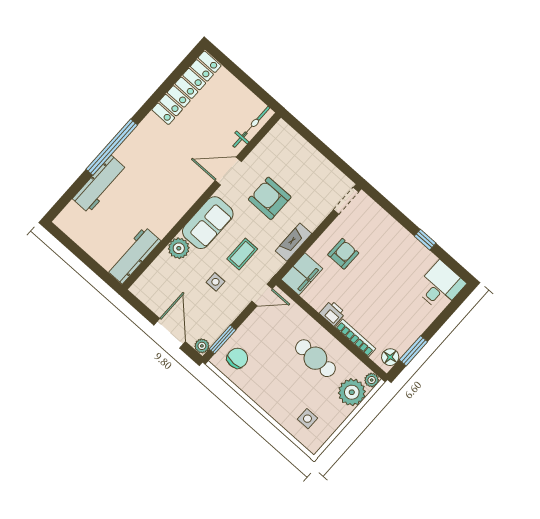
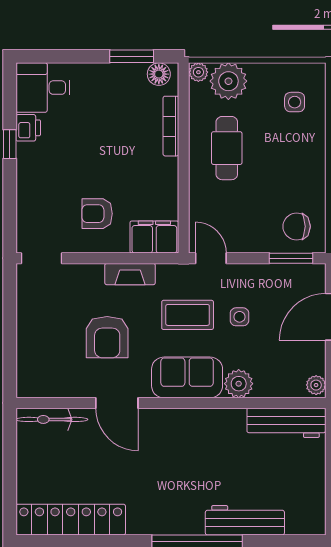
coffee table: (242, 254) -> (188, 315), width x1.36, depth x1.30
printer: (332, 313) -> (28, 128), moved, turned 180
plant: (202, 346) -> (316, 385), moved

